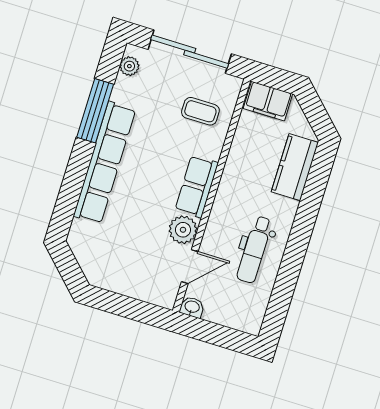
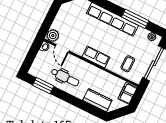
plant: (183, 230) -> (53, 36), moved
dental chair: (255, 250) -> (65, 77), turned 180
window: (281, 296) -> (43, 86), added

